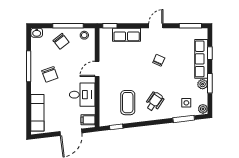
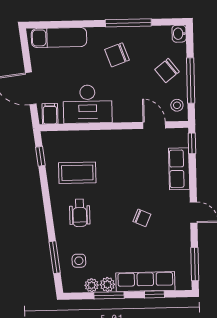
door: (97, 69) -> (154, 125), moved
desk: (82, 95) -> (88, 104), width x1.37
wheelchair: (154, 102) -> (80, 213), turned 56
plant: (203, 109) -> (92, 285), moved

